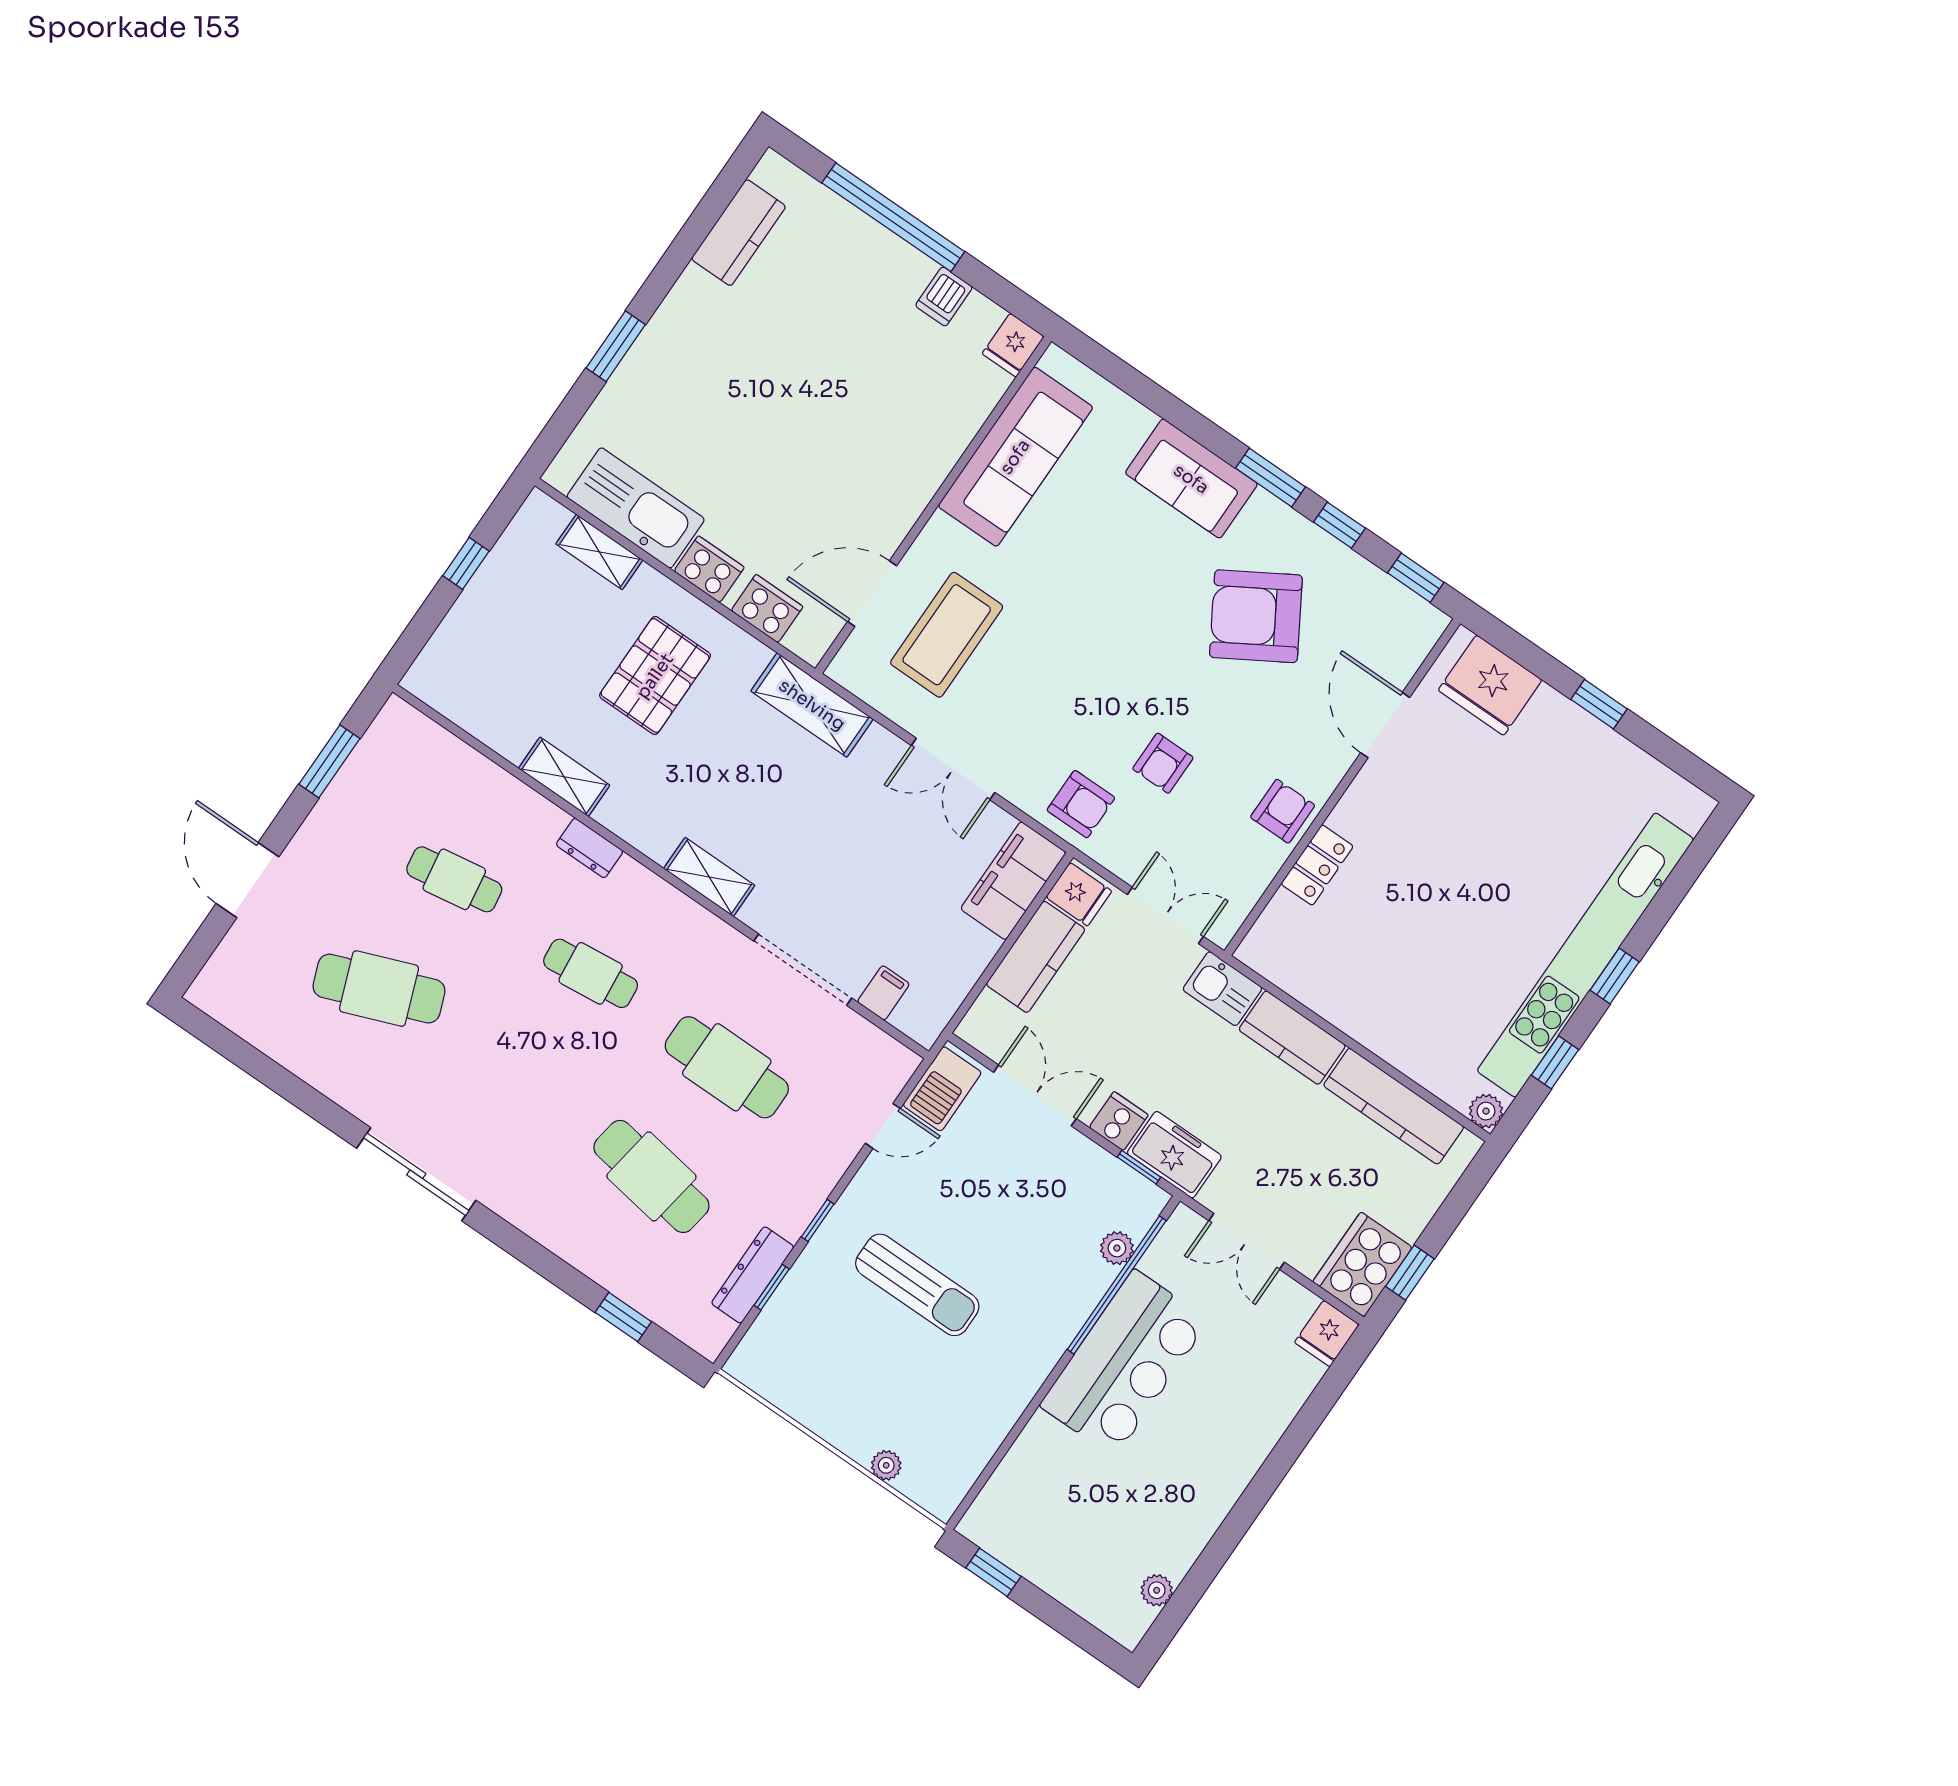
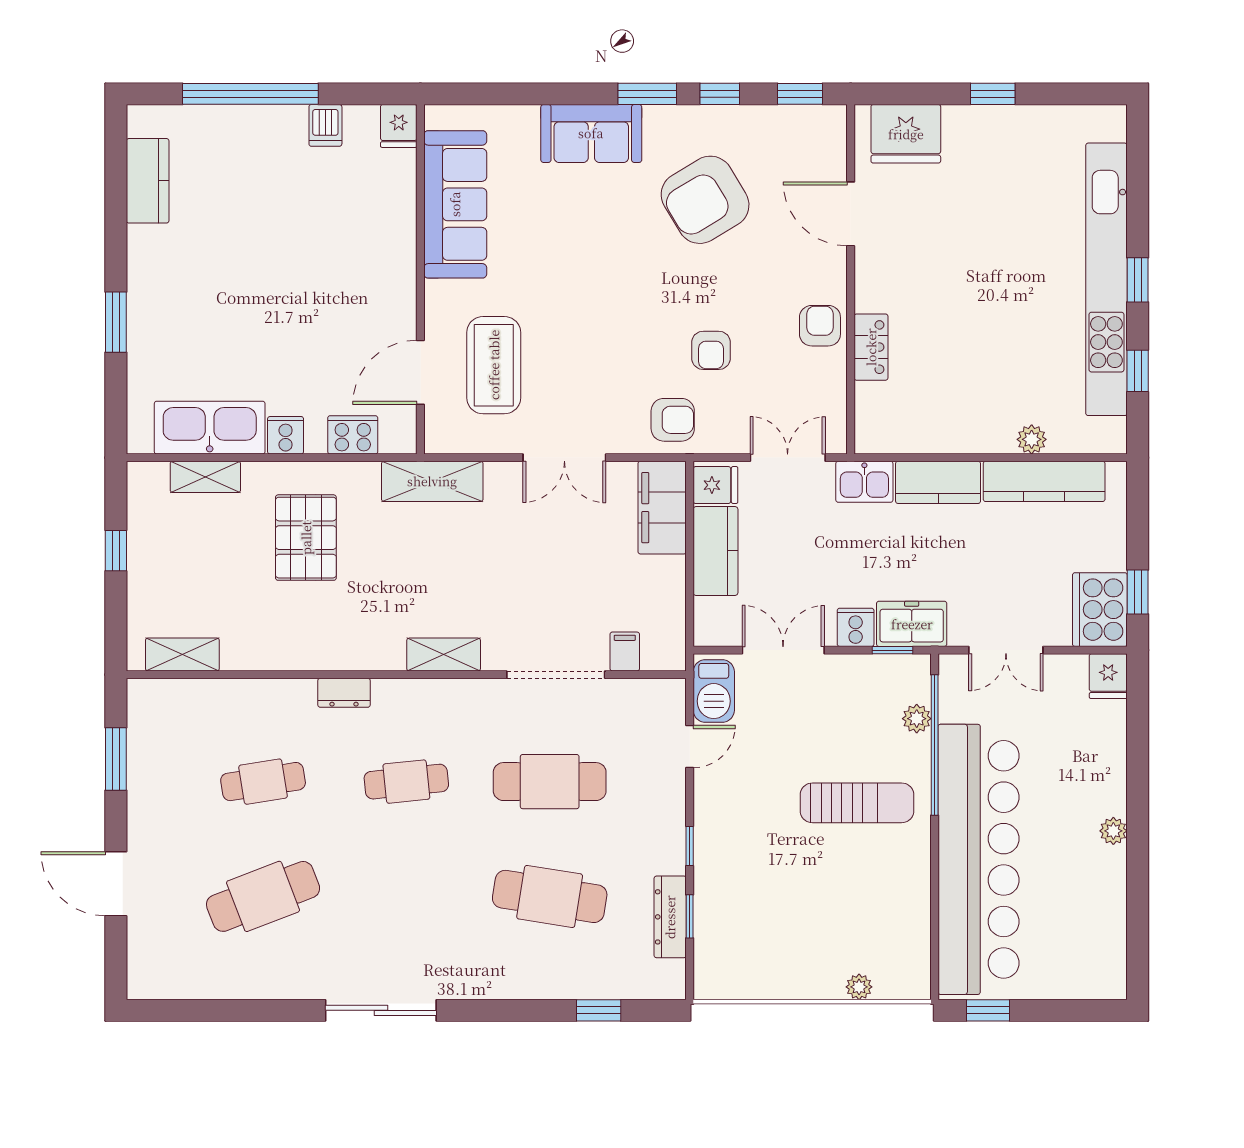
cooker: (709, 569) -> (286, 435), width x0.73
shelving: (564, 777) -> (182, 654), moved
plant: (1486, 1111) -> (1032, 439), moved
sun lounger: (917, 1285) -> (857, 803), moved
bar counter: (1124, 1363) -> (979, 859), width x1.86
plant: (1157, 1590) -> (1113, 831), moved

